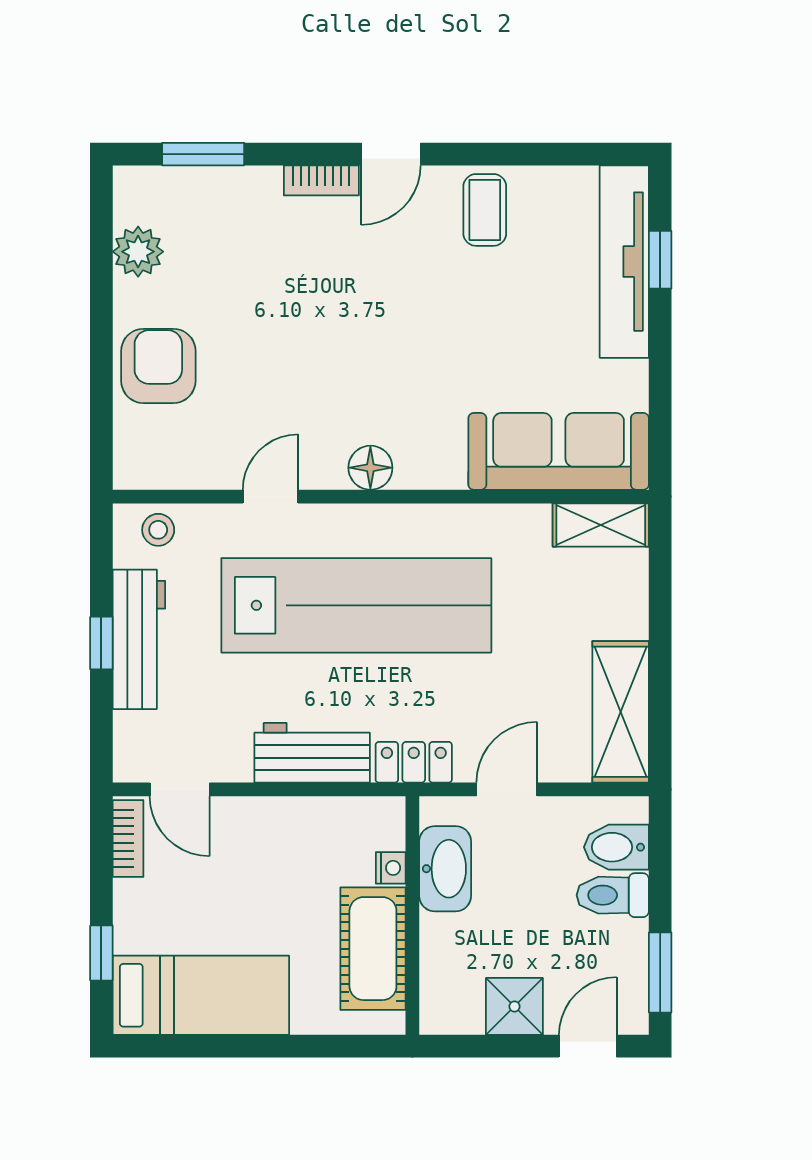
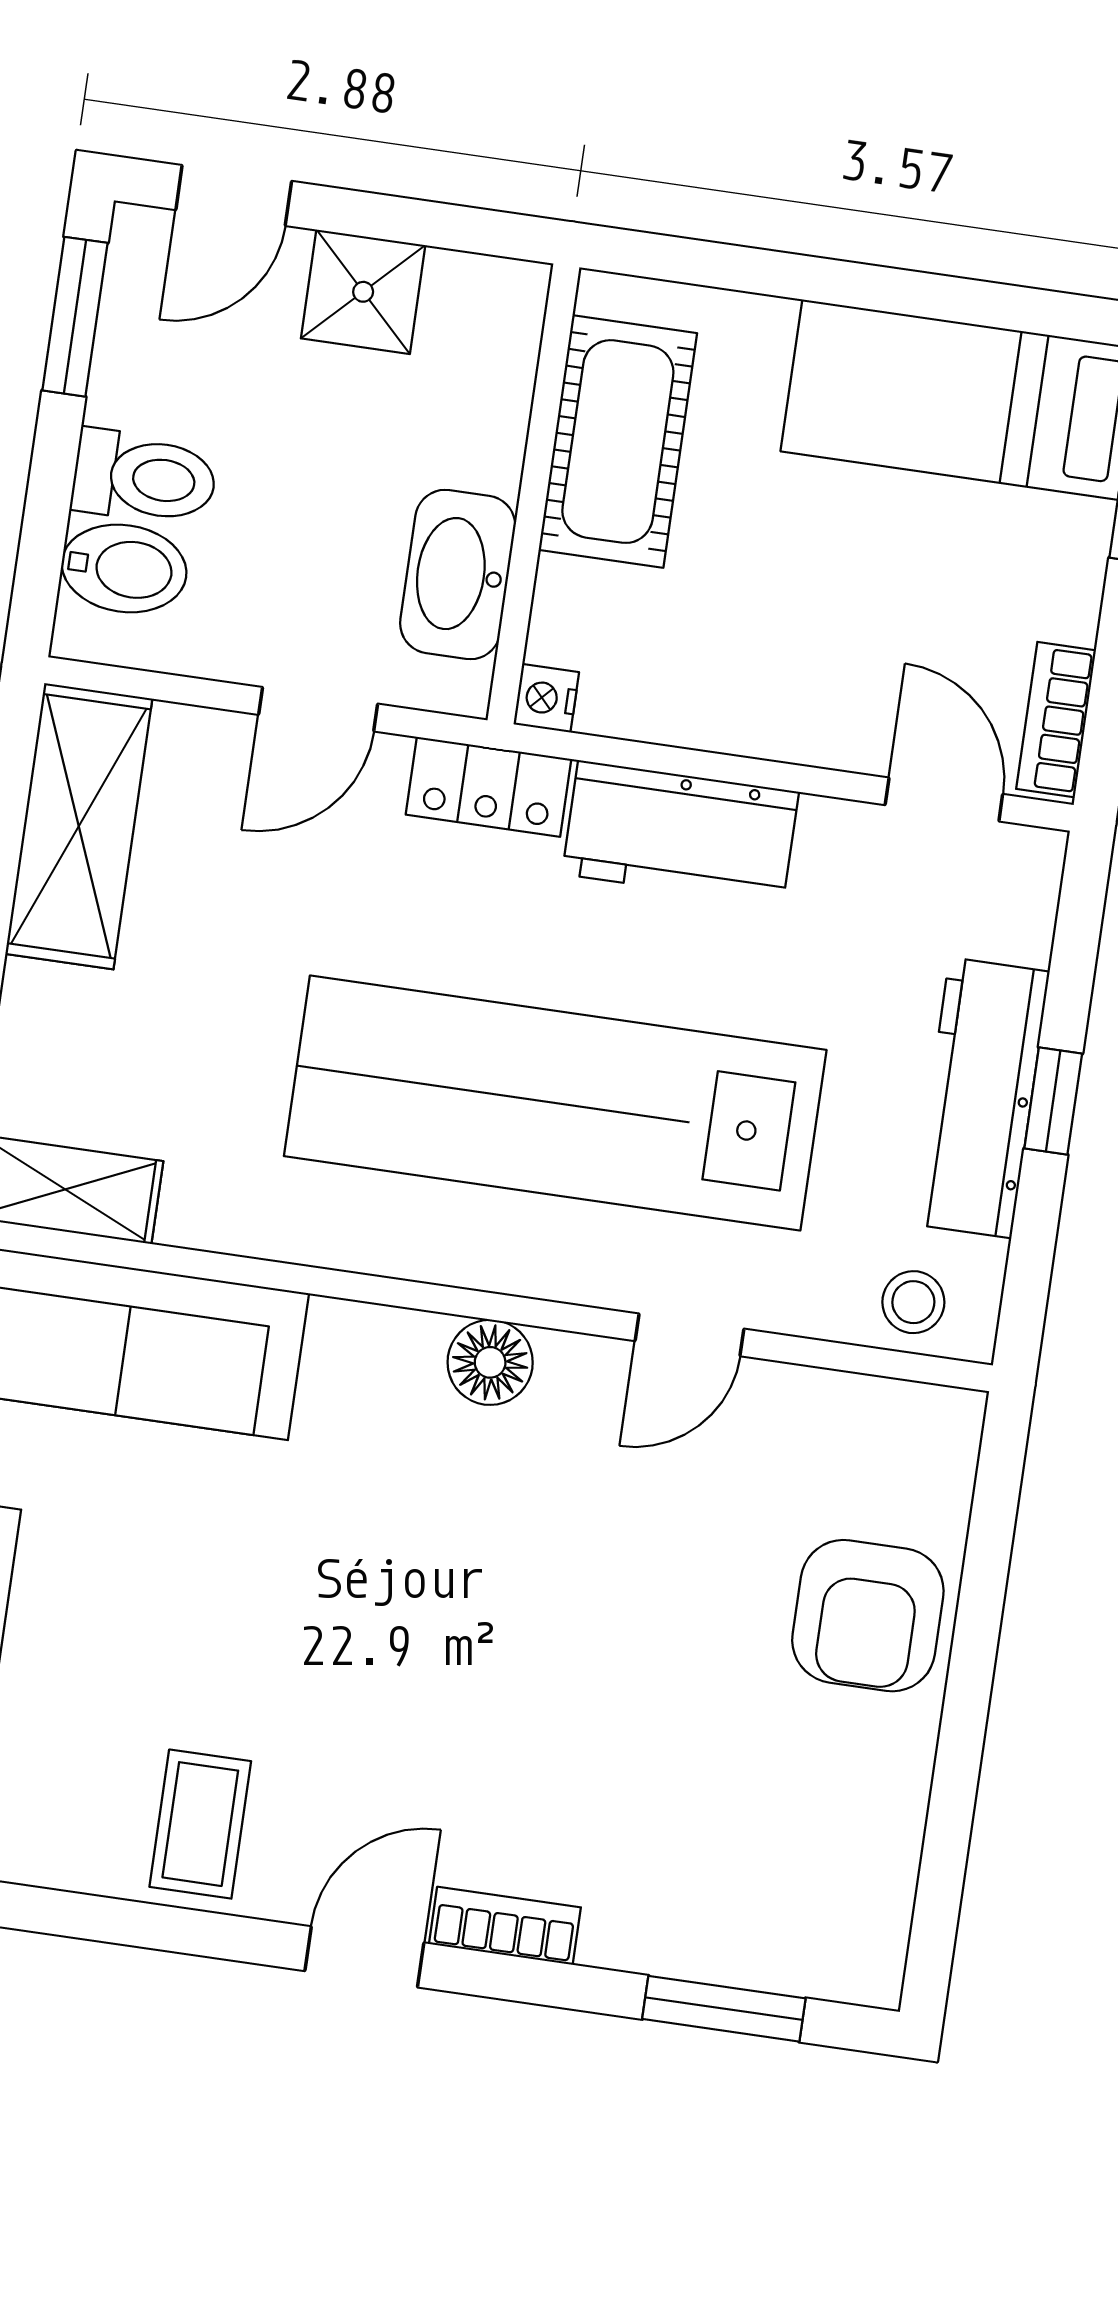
plant: (138, 252) -> (875, 1840), removed
nightstand: (391, 868) -> (546, 698), moved

